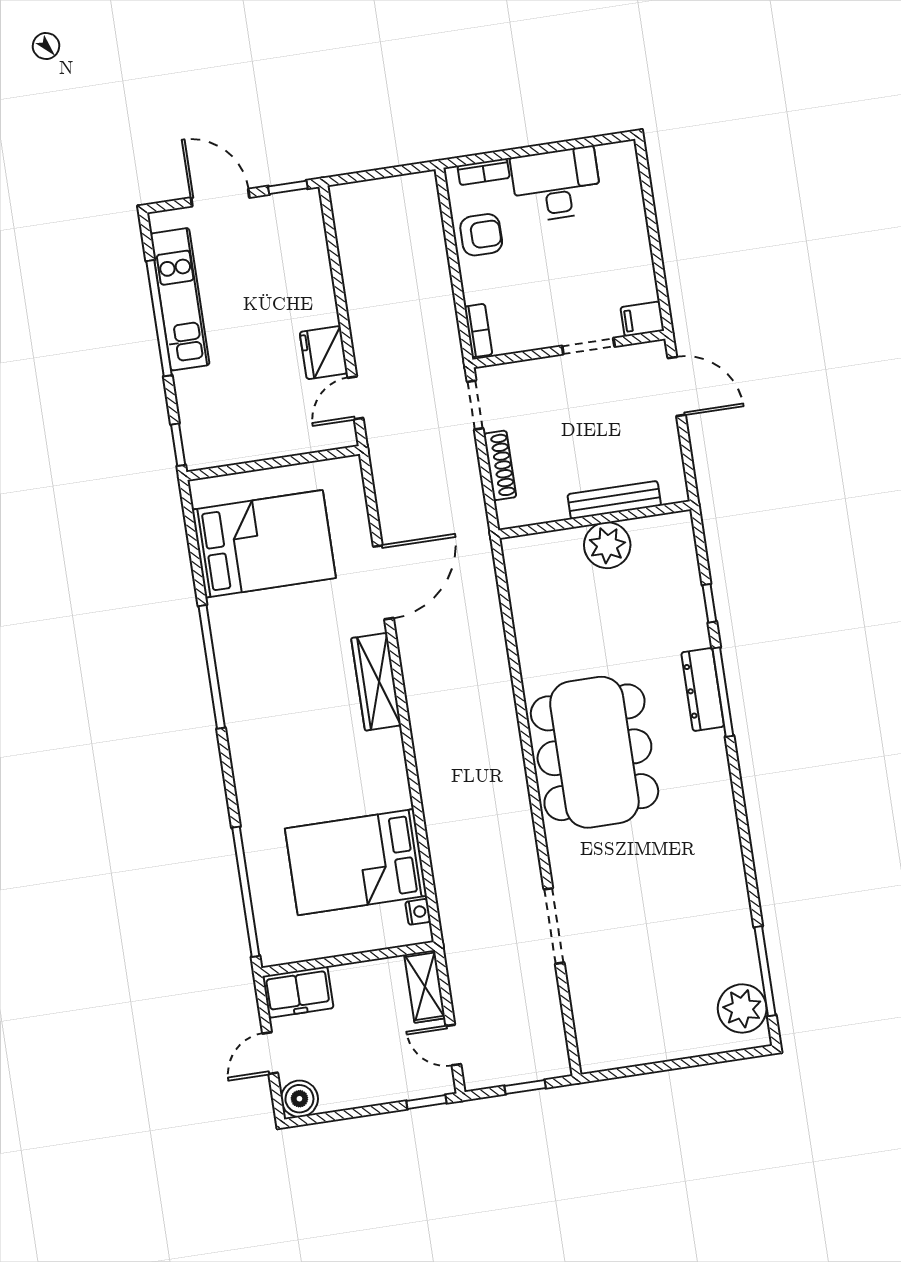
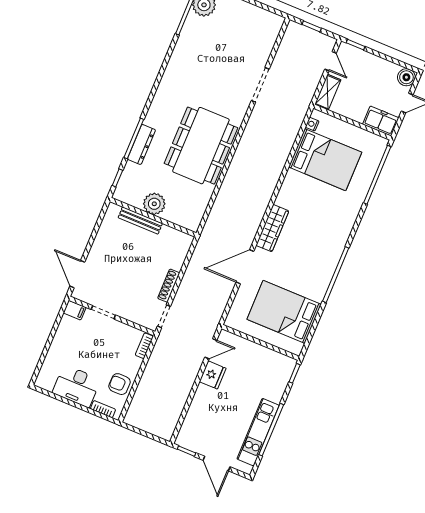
bench: (614, 500) -> (140, 220), moved
wall: (595, 520) -> (153, 217), moved
plant: (607, 545) -> (154, 204), moved

